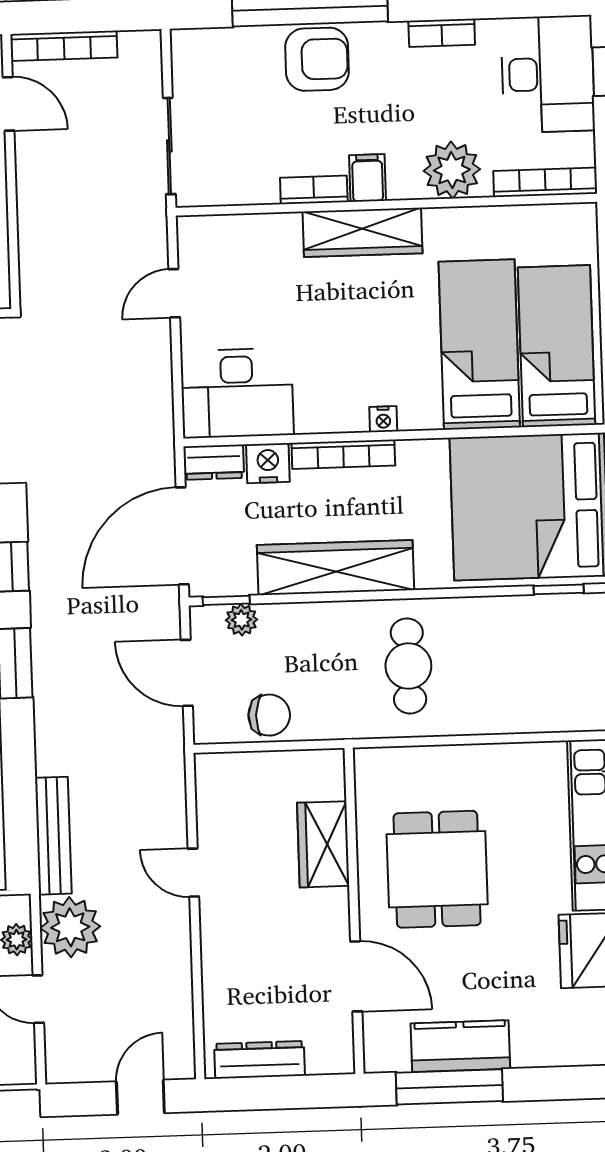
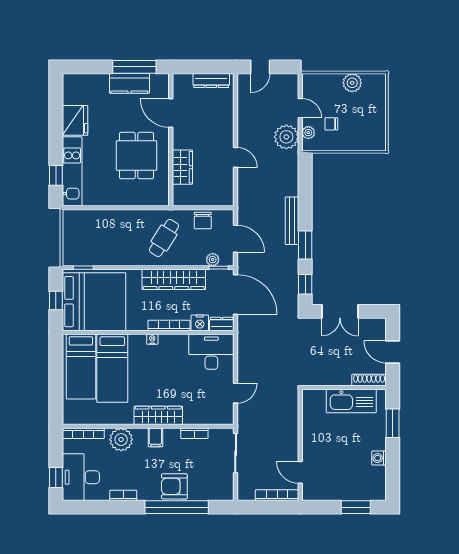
bookcase: (314, 190) -> (194, 433), moved
door: (182, 536) -> (236, 294), hinge flipped
cafe table: (408, 666) -> (164, 238), moved, turned 33
chair: (269, 715) -> (203, 220), turned -93
bench: (53, 836) -> (292, 221), moved

